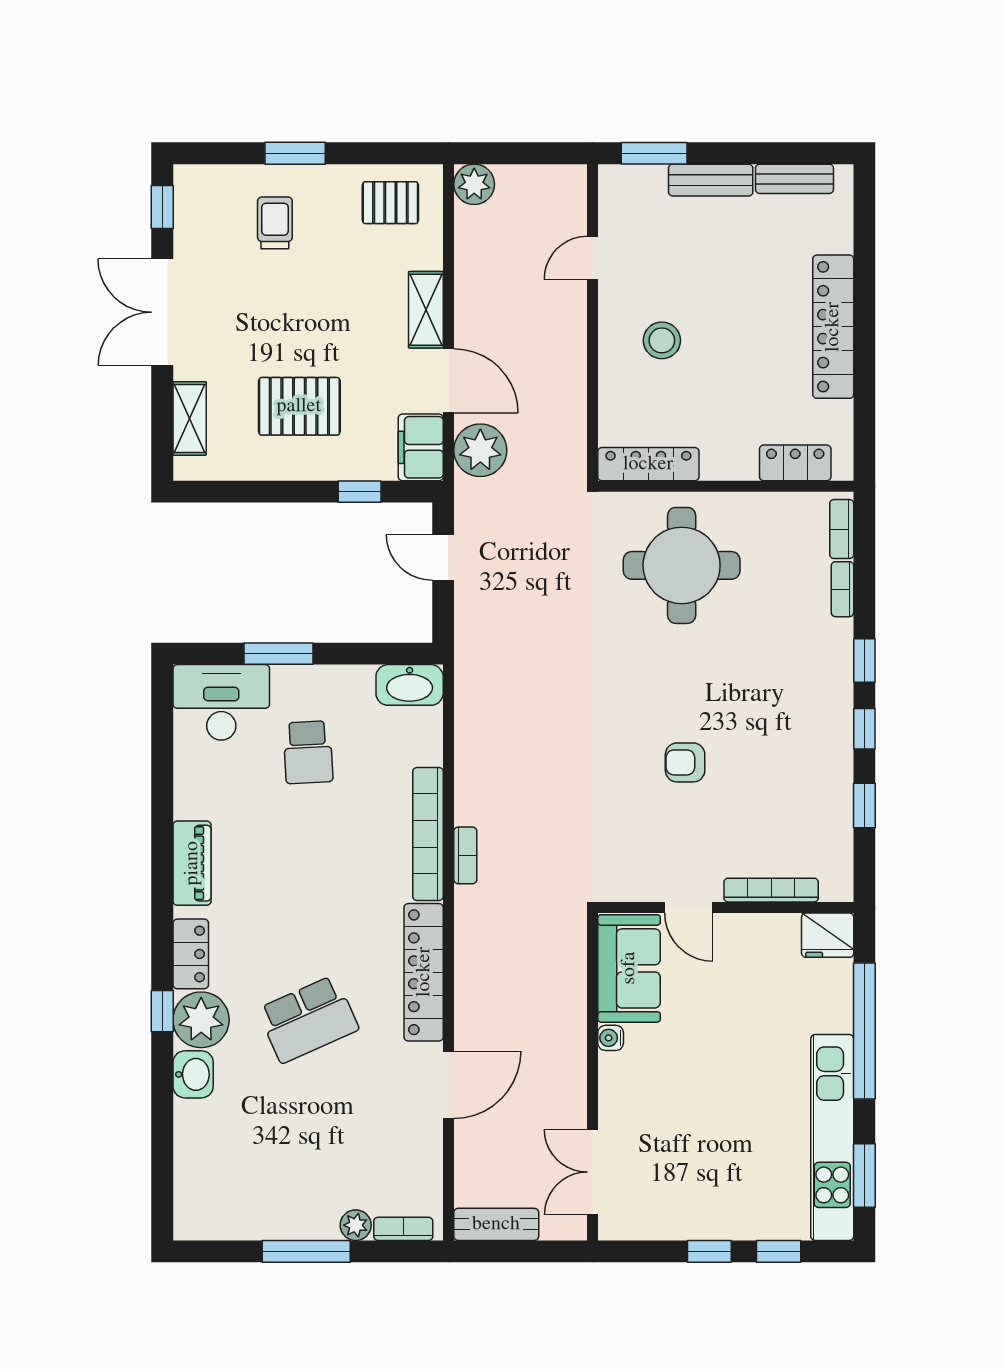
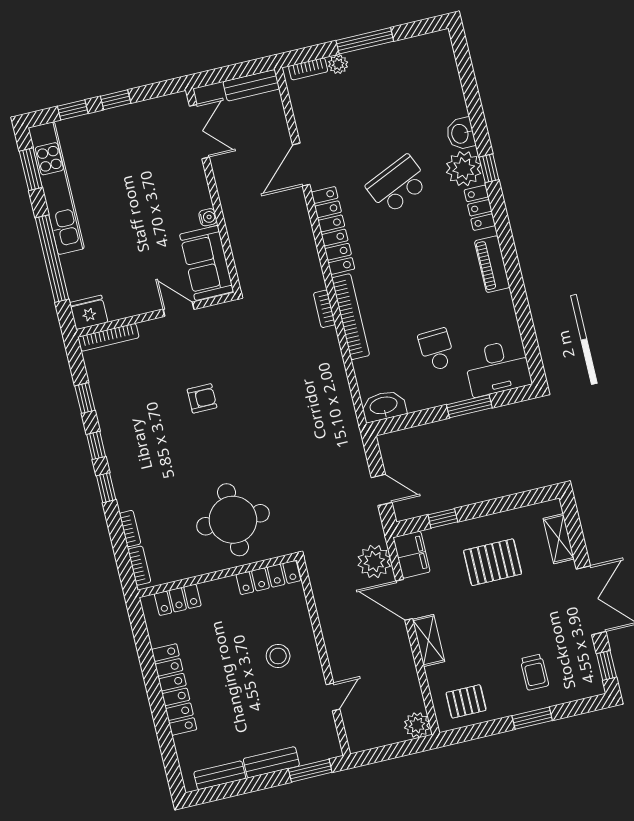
bookcase: (771, 890) -> (108, 337), moved

